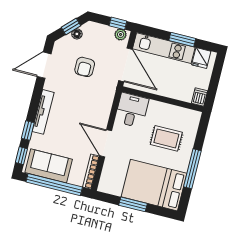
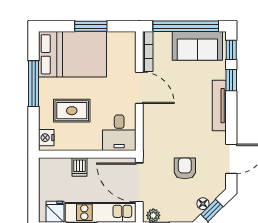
dishwasher: (199, 97) -> (79, 167), moved
nightstand: (193, 121) -> (46, 138), added

